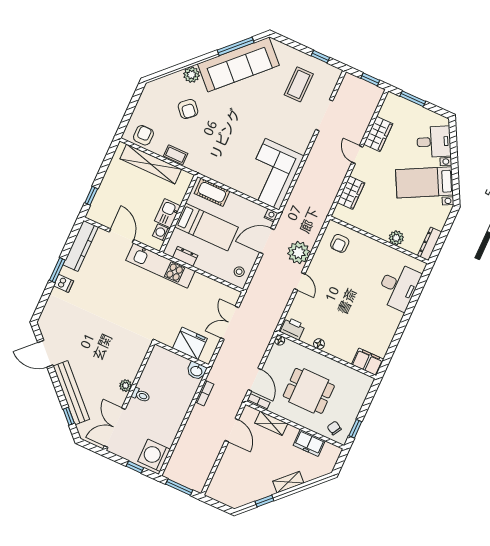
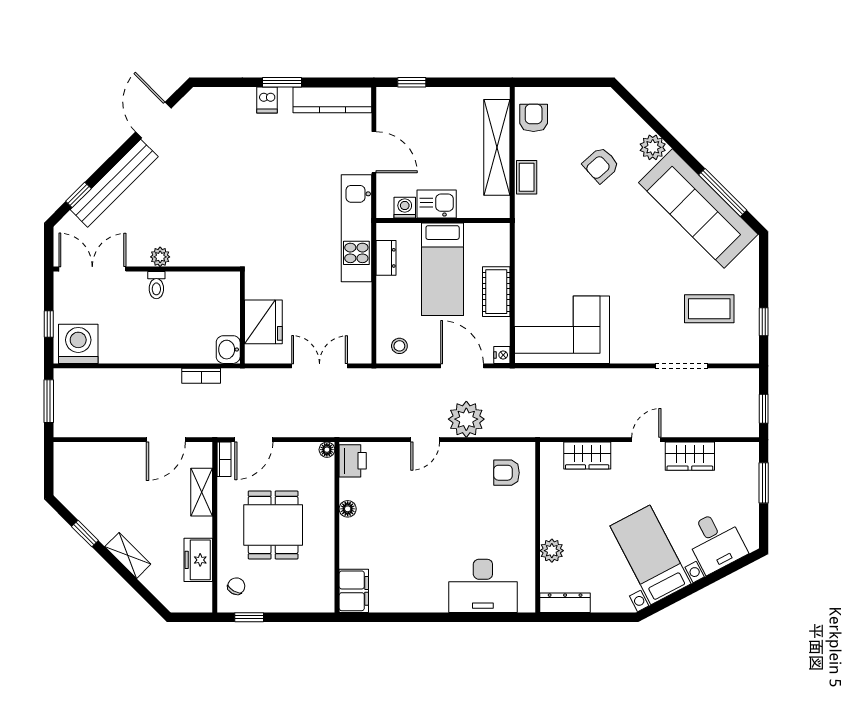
armchair: (143, 135) -> (534, 118), turned -90
cot: (212, 192) -> (496, 292), moved
door: (121, 236) -> (374, 152), hinge flipped

